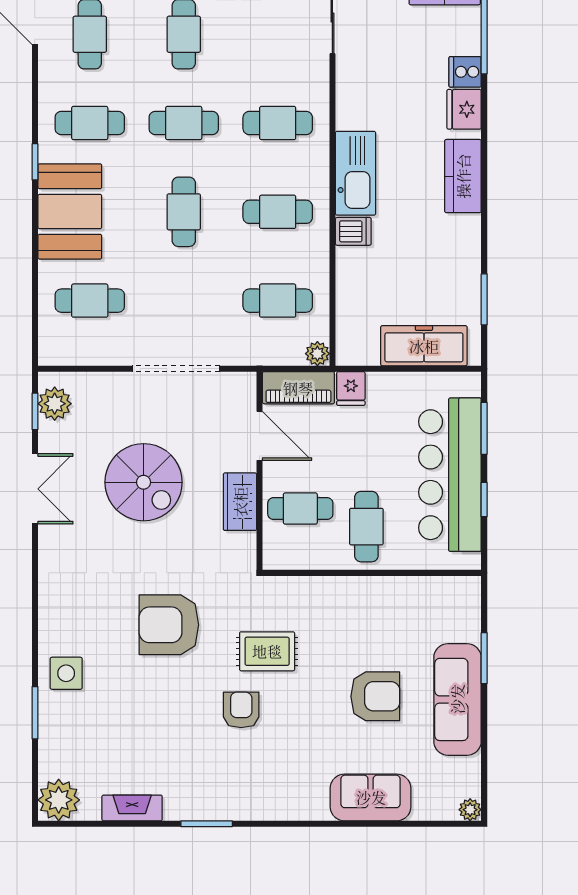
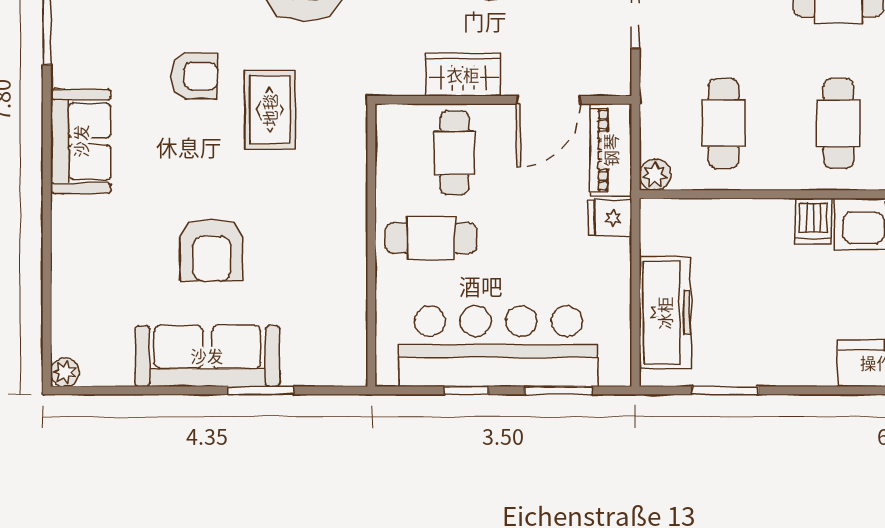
sofa: (371, 797) -> (81, 141), moved

